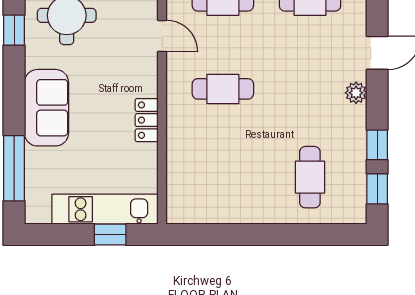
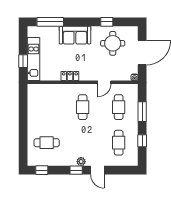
window: (377, 145) -> (76, 170), moved

